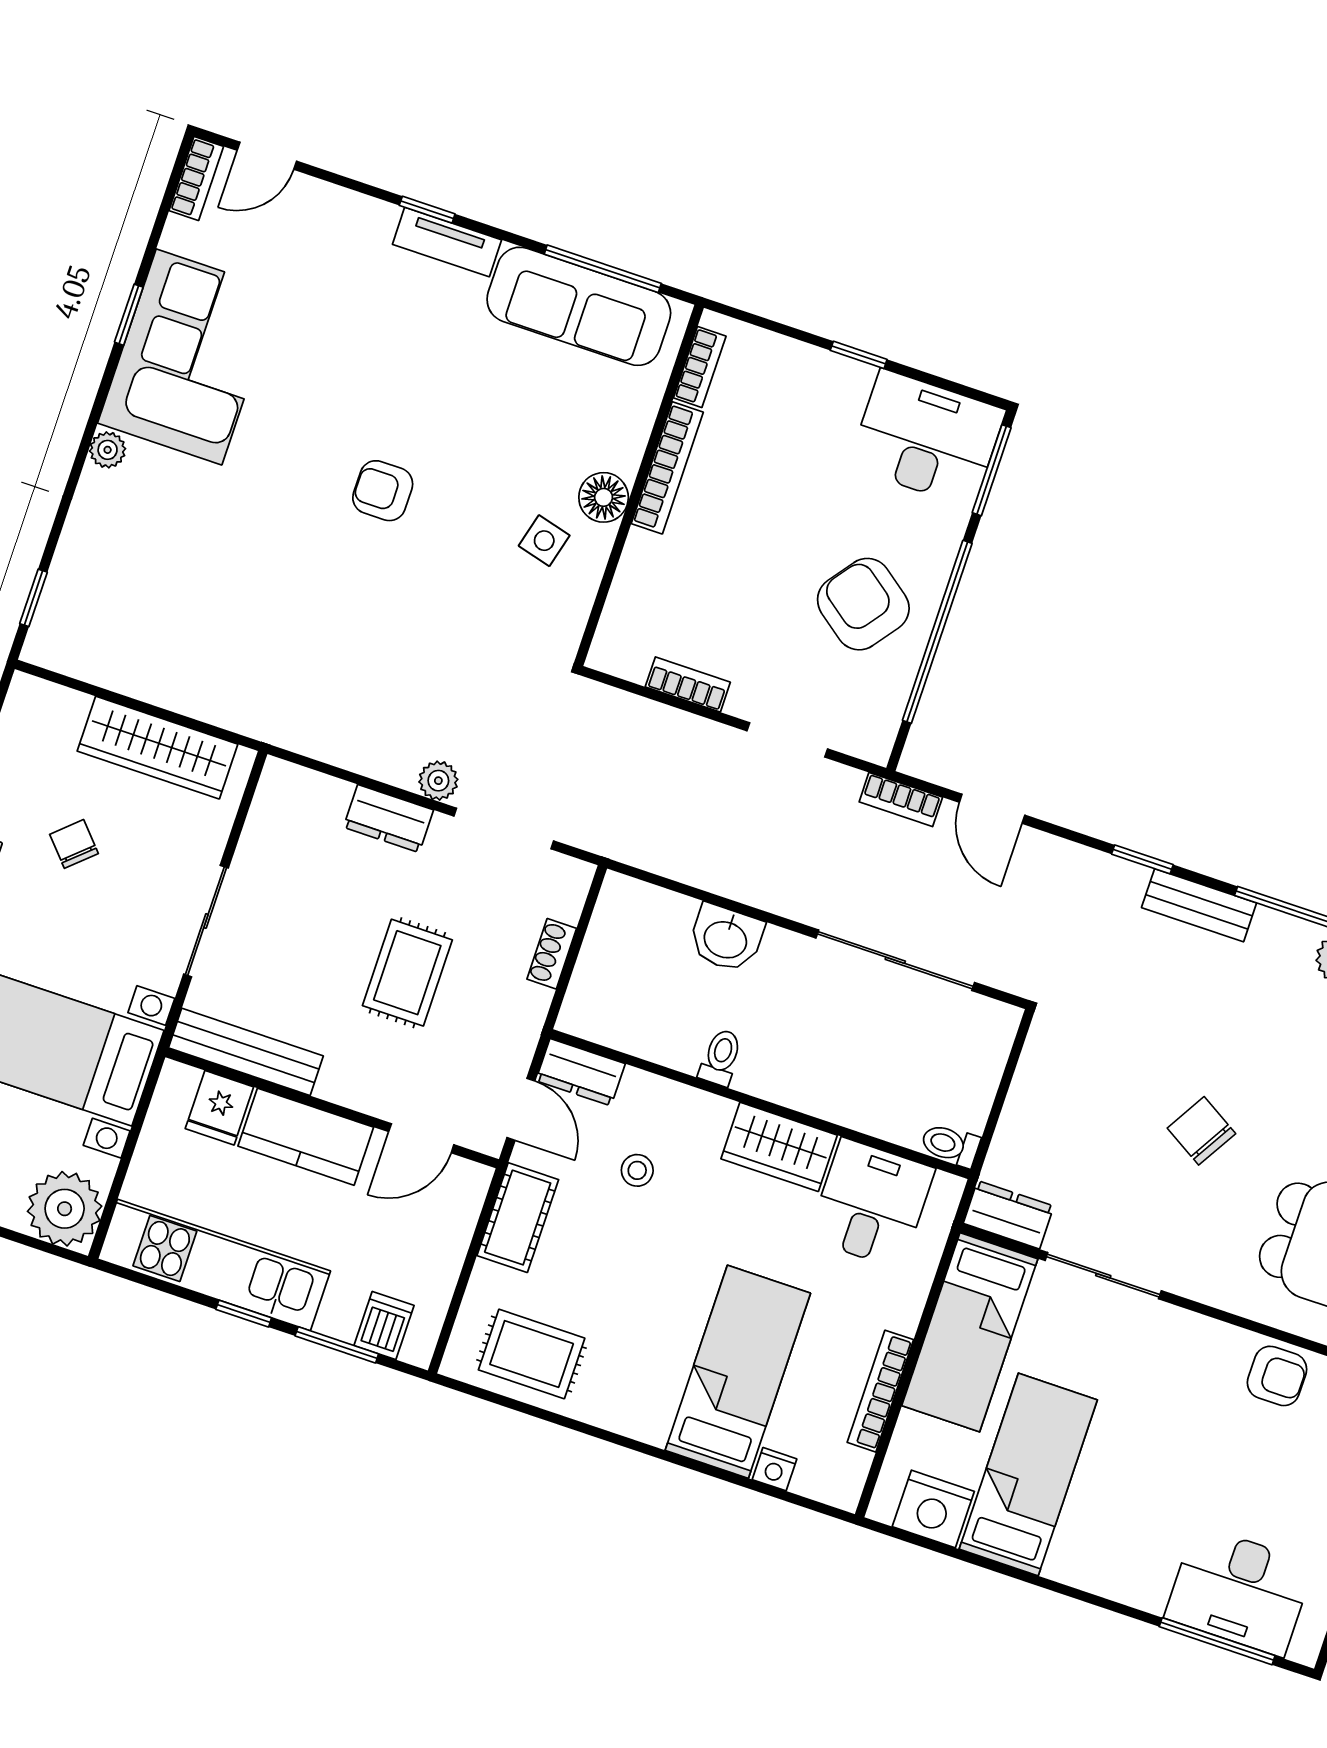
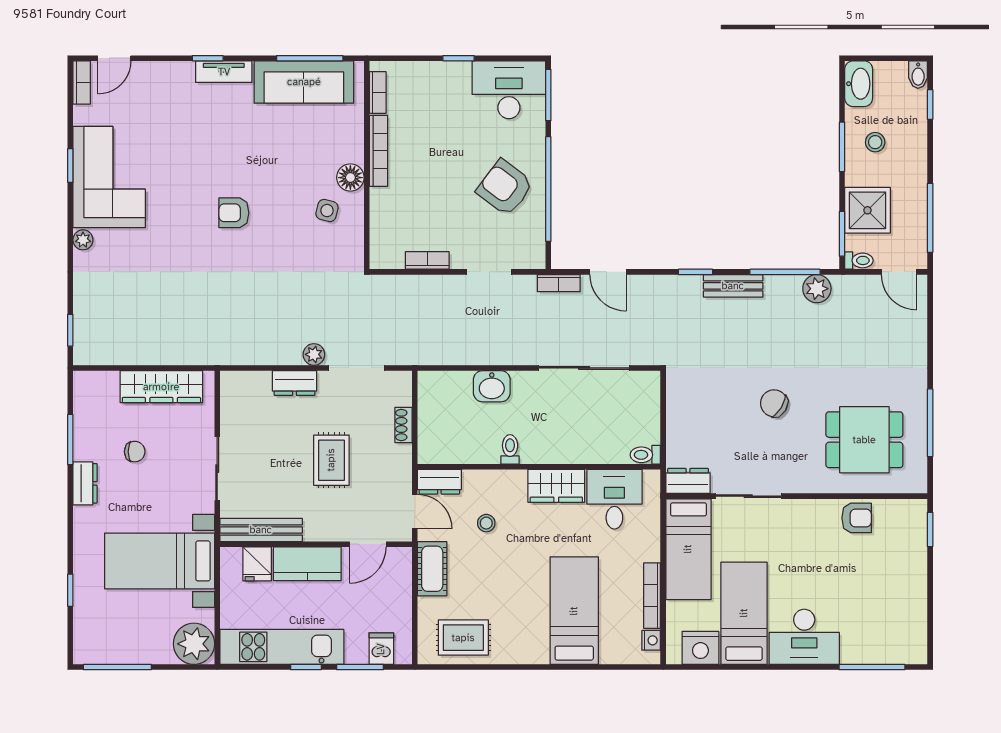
chair: (74, 844) -> (135, 452), turned 132
nightstand: (774, 1469) -> (651, 640), moved, turned -90
desk: (1239, 1591) -> (804, 637), moved

